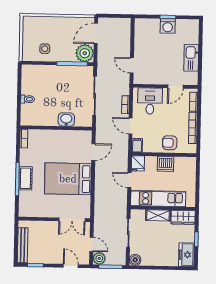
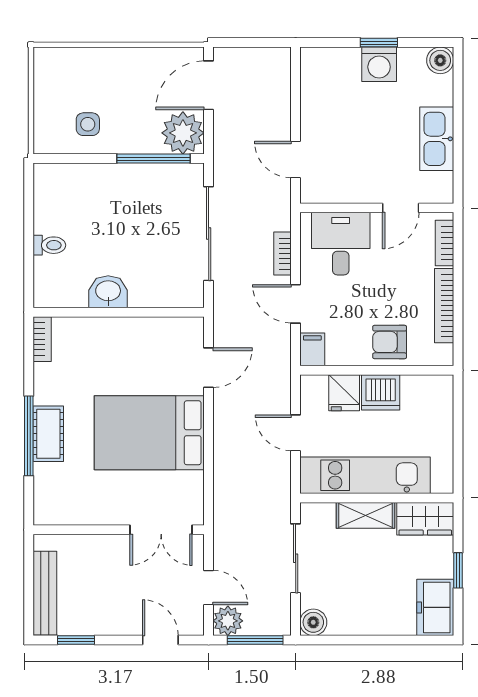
boiler: (193, 25) -> (440, 60), added
washbasin: (66, 120) -> (108, 292), moved
fridge: (138, 163) -> (344, 393), moved

